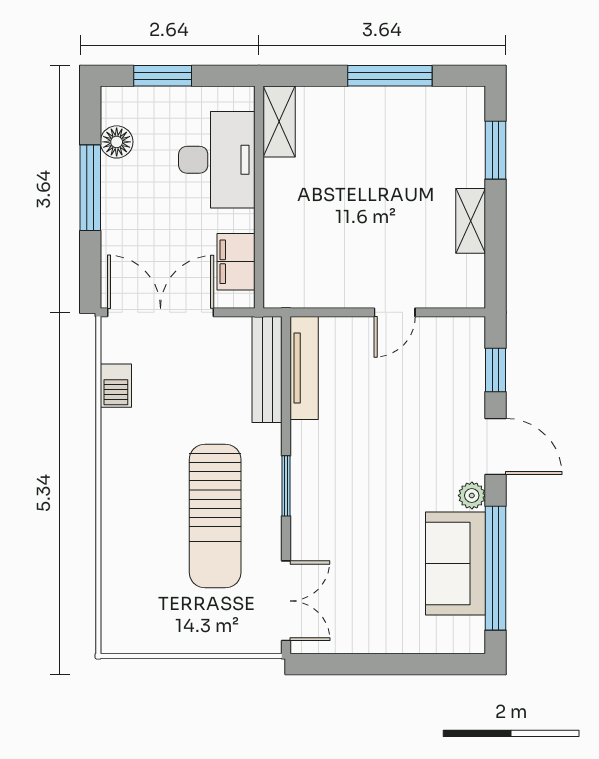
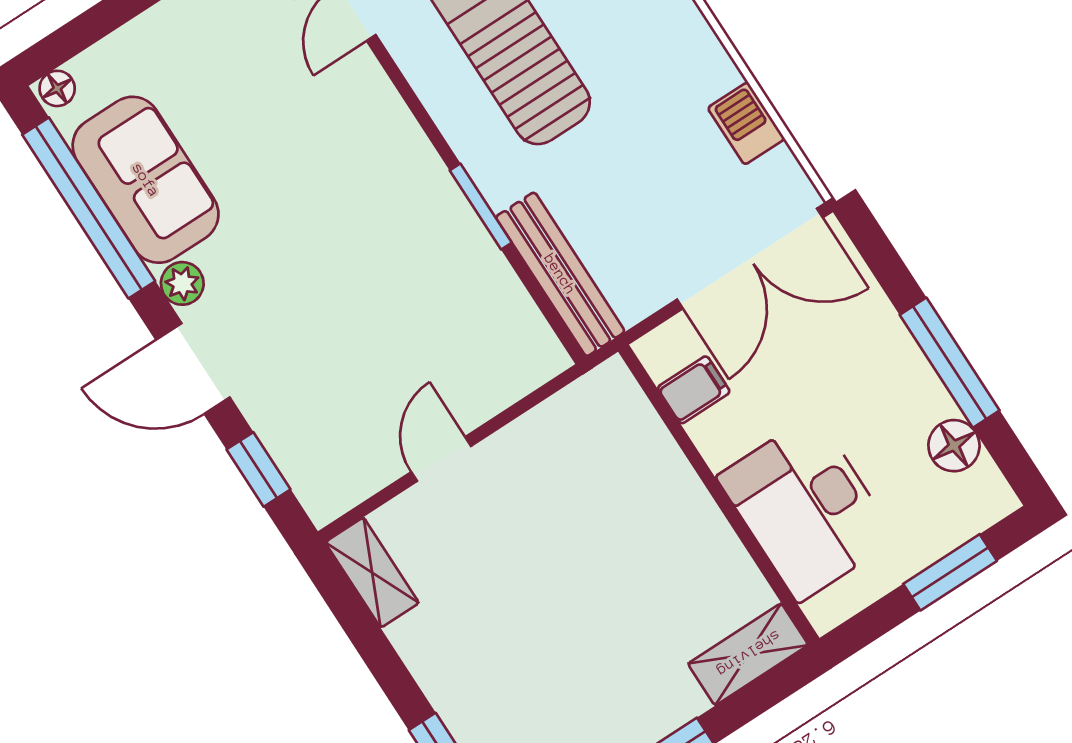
shelving: (279, 122) -> (748, 654), moved, turned 90
shelving: (471, 221) -> (372, 573), moved
filing cabinet: (236, 262) -> (694, 390), width x0.50
tv unit: (304, 368) -> (513, 308), removed
window: (286, 486) -> (481, 206), moved
floor lamp: (471, 643) -> (57, 88), added

